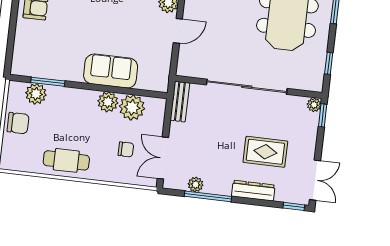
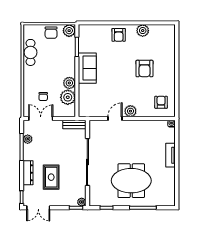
door: (178, 31) -> (115, 118), swing flipped
sofa: (111, 71) -> (87, 68), moved
plant: (36, 94) -> (69, 31), moved
cafe table: (66, 160) -> (31, 52), moved

